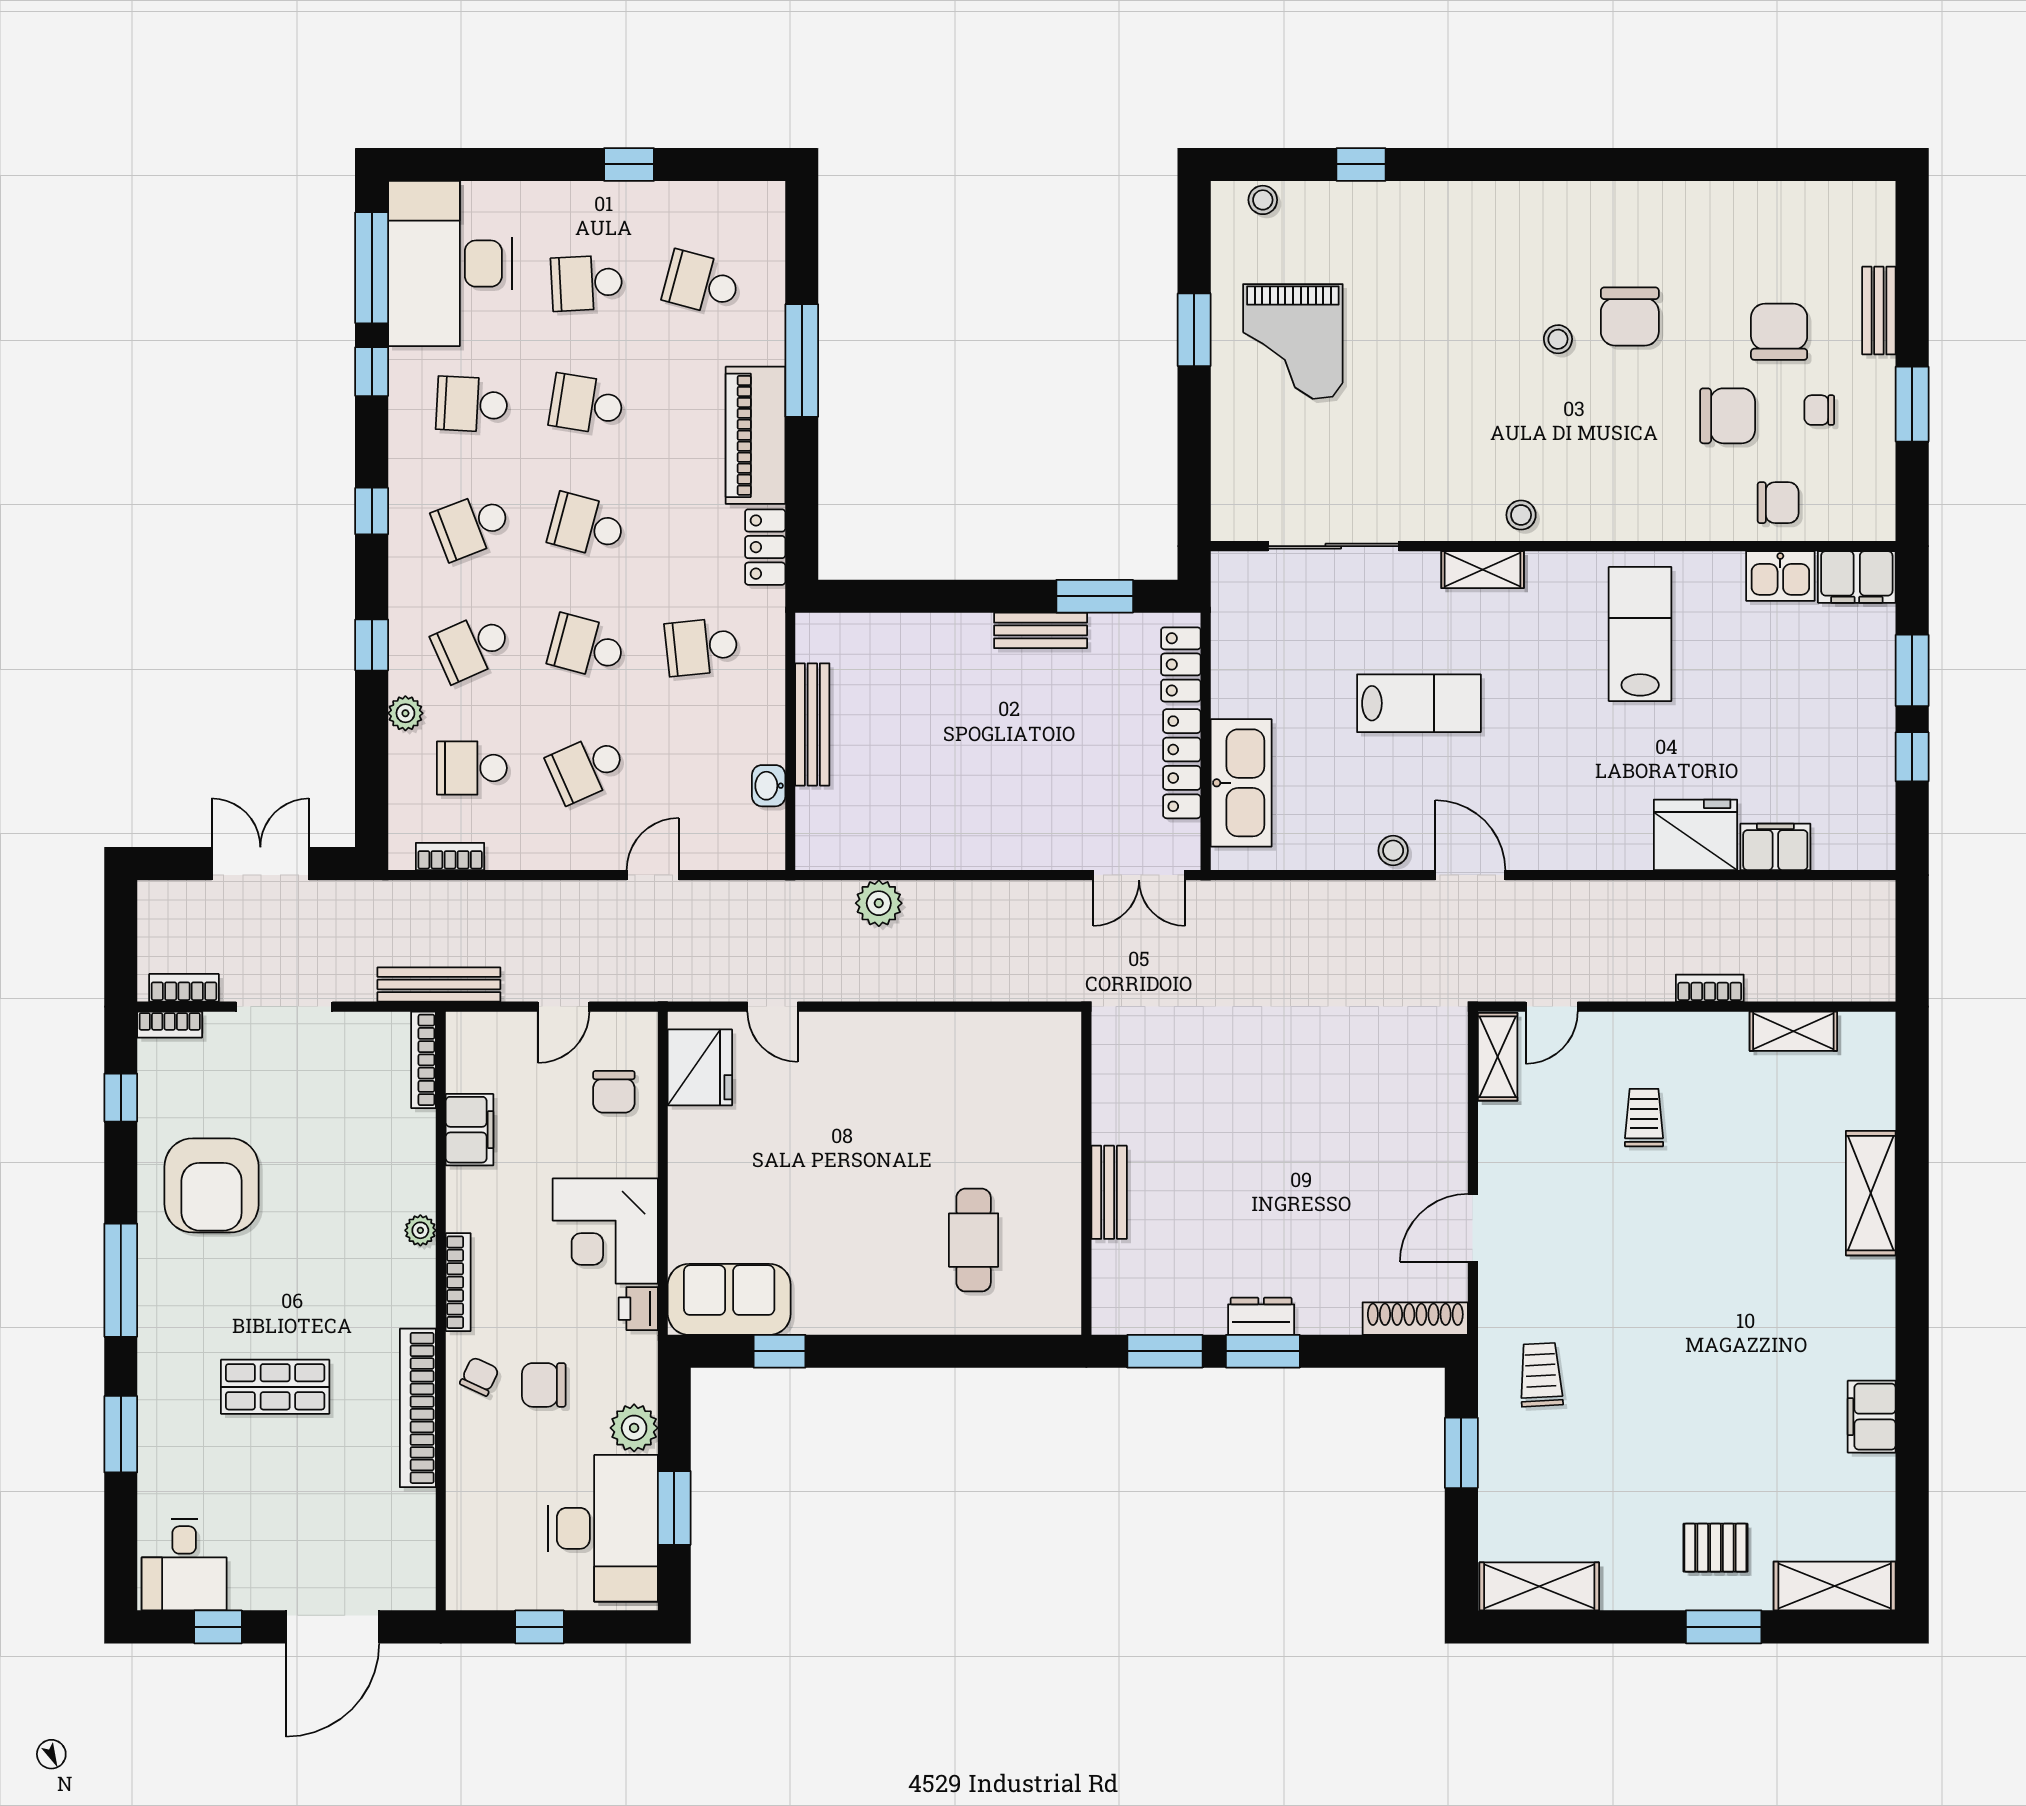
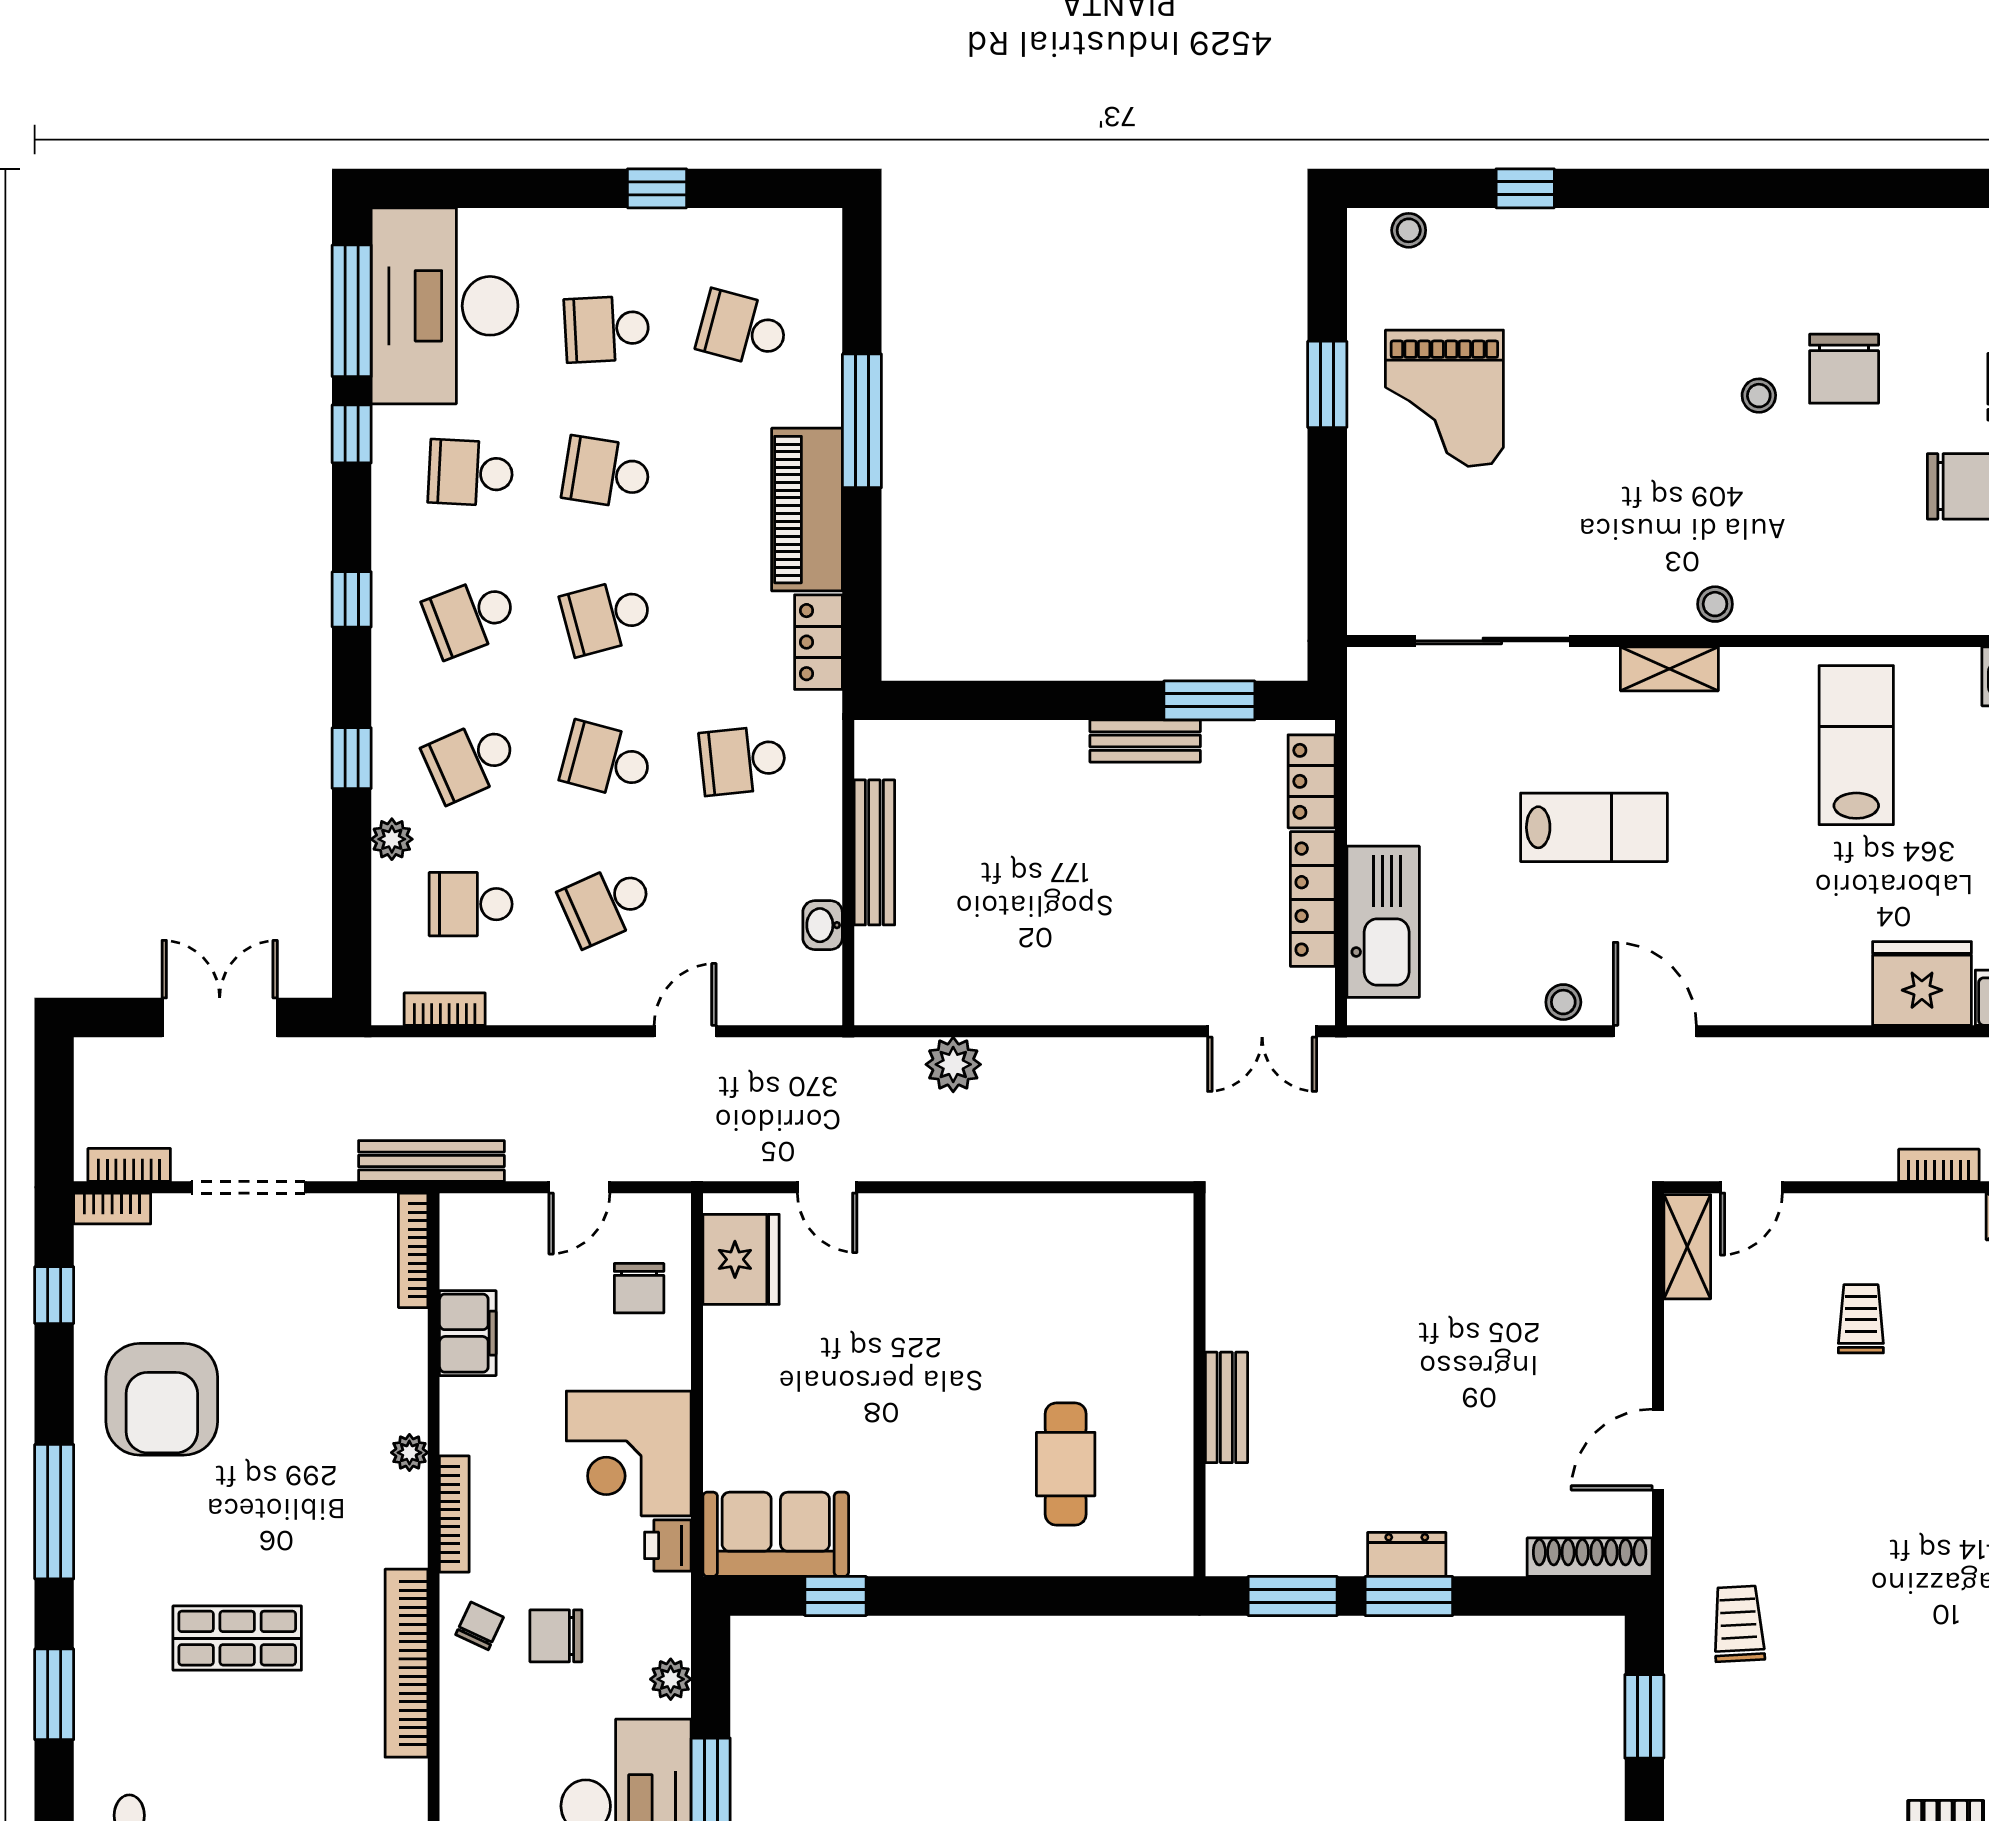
school desk: (587, 526) -> (607, 617), turned -30
plant: (634, 1428) -> (671, 1679), width x0.73, depth x0.73

